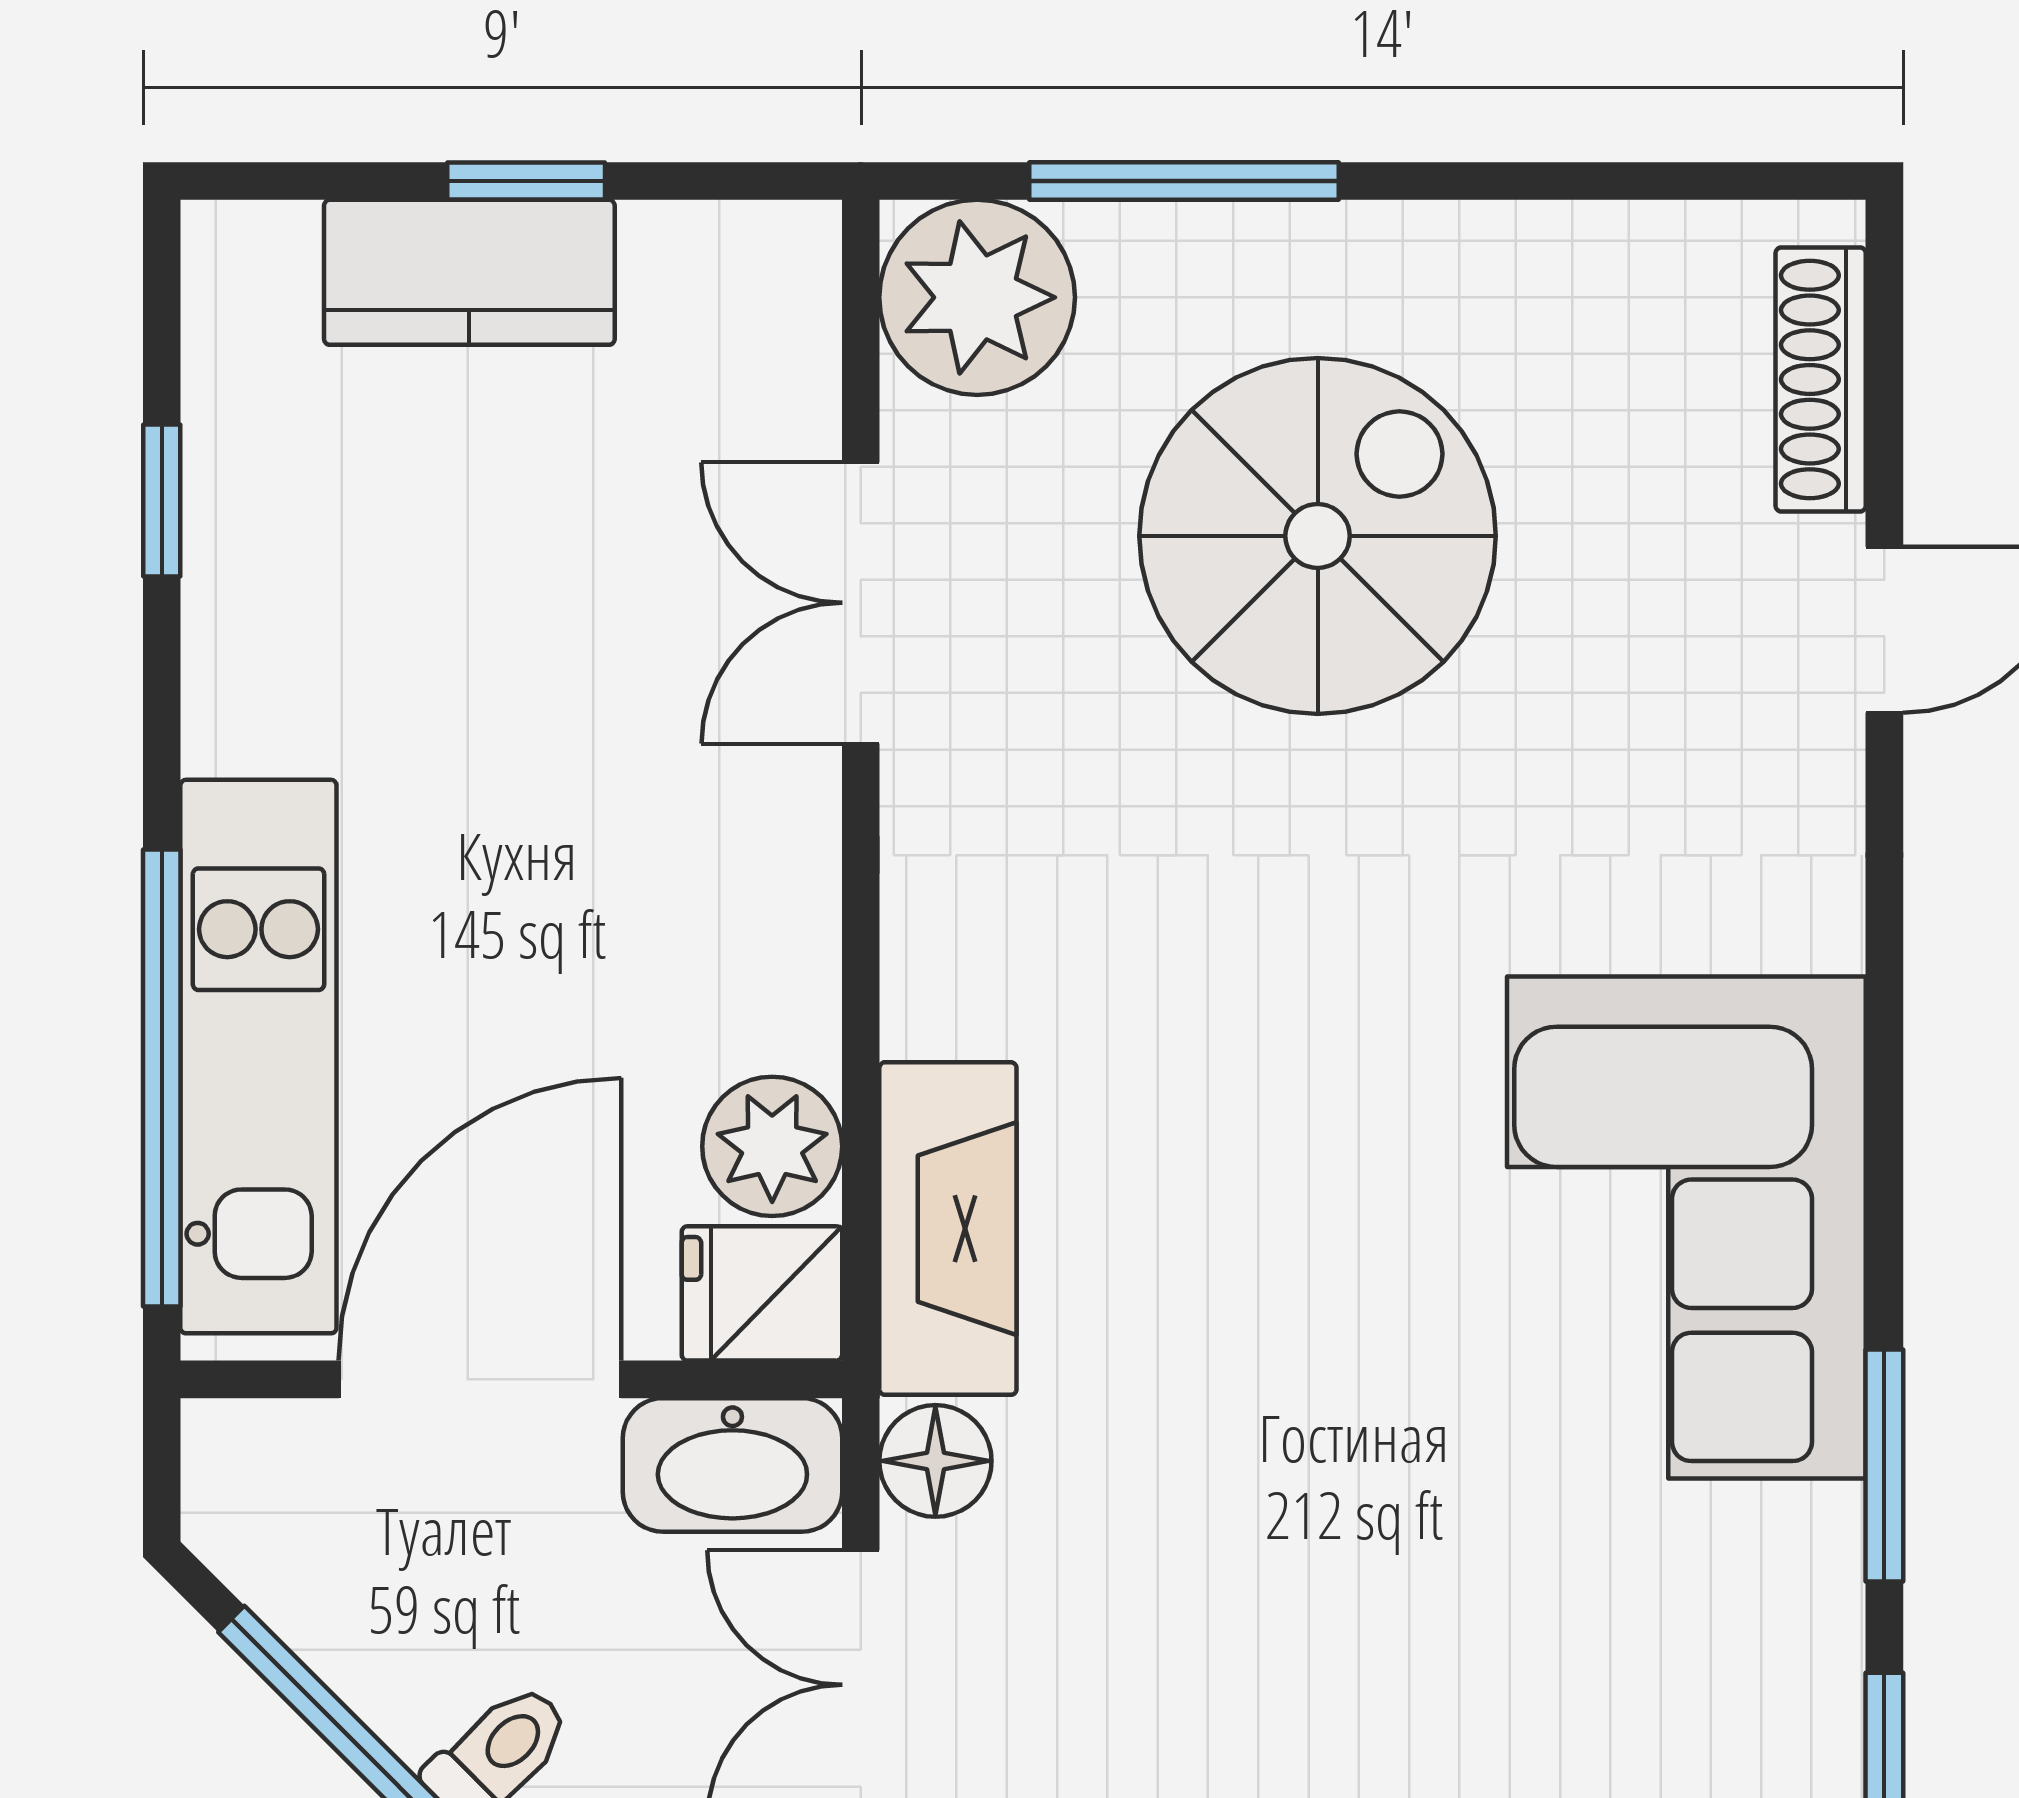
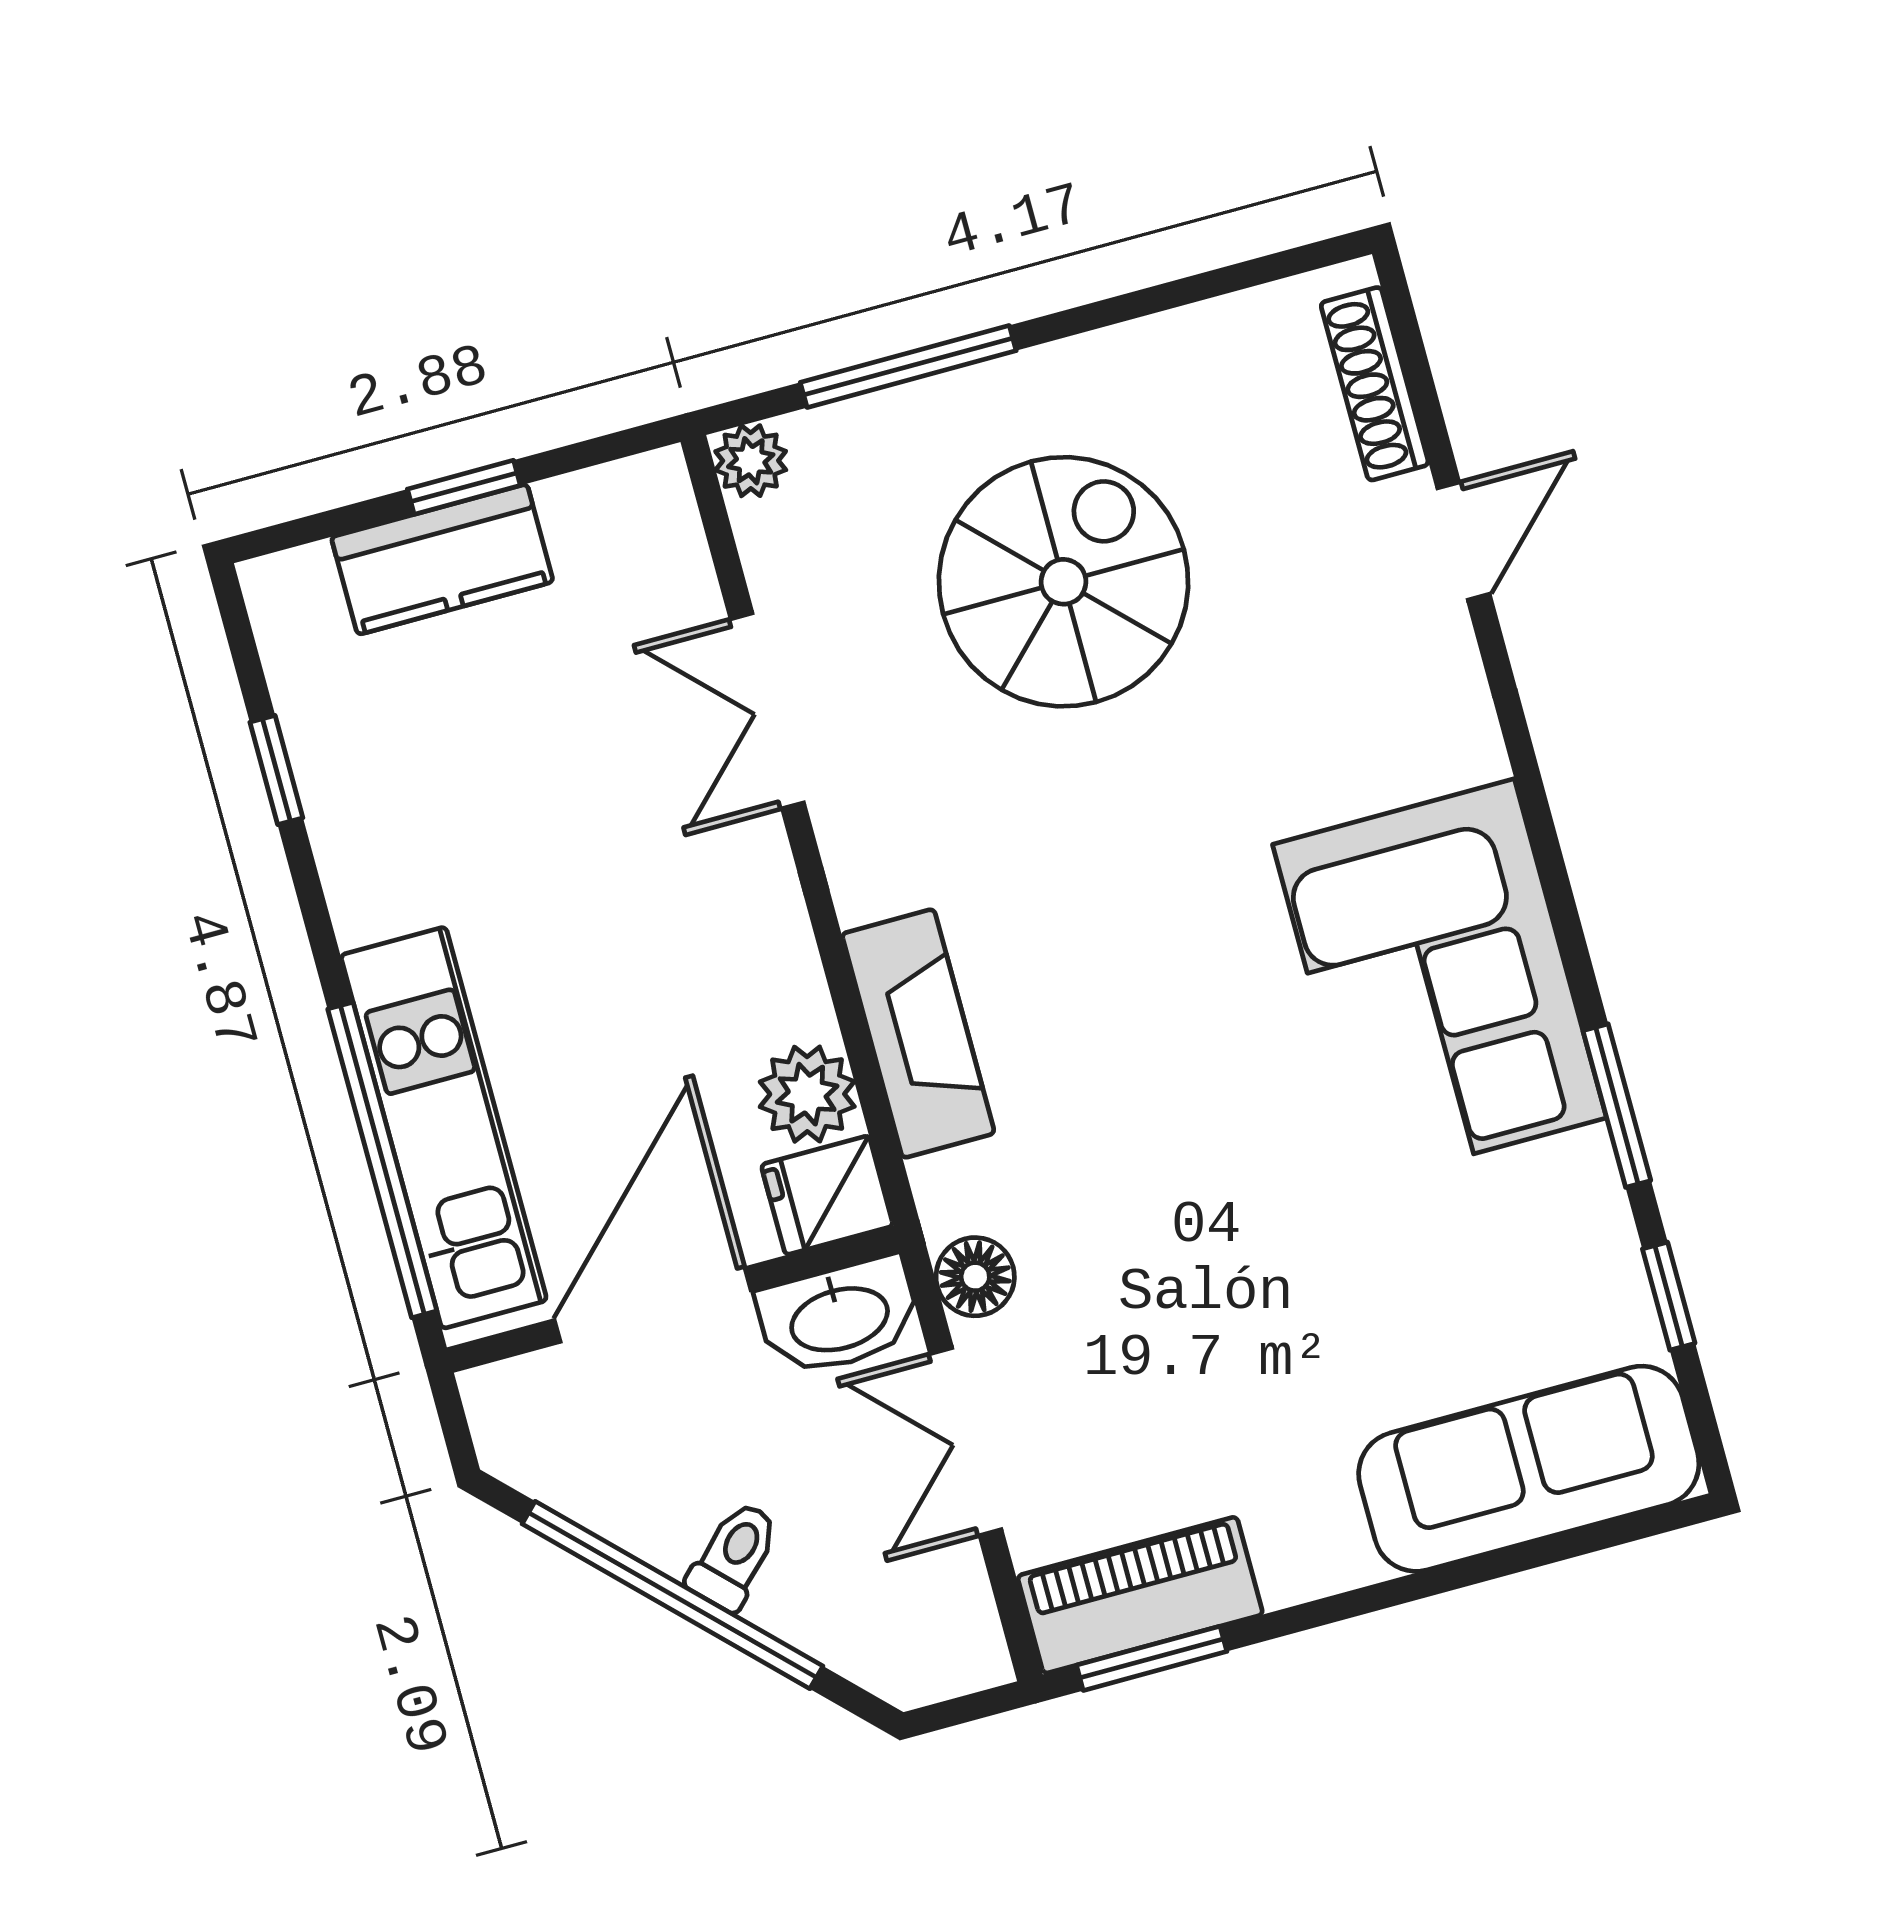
plant: (977, 297) -> (751, 461), width x0.53, depth x0.53
fireplace: (948, 1229) -> (918, 1034), moved

